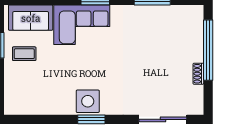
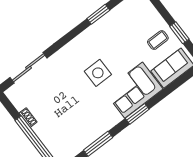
side table: (88, 101) -> (98, 73), moved
window: (91, 119) -> (98, 14), moved

